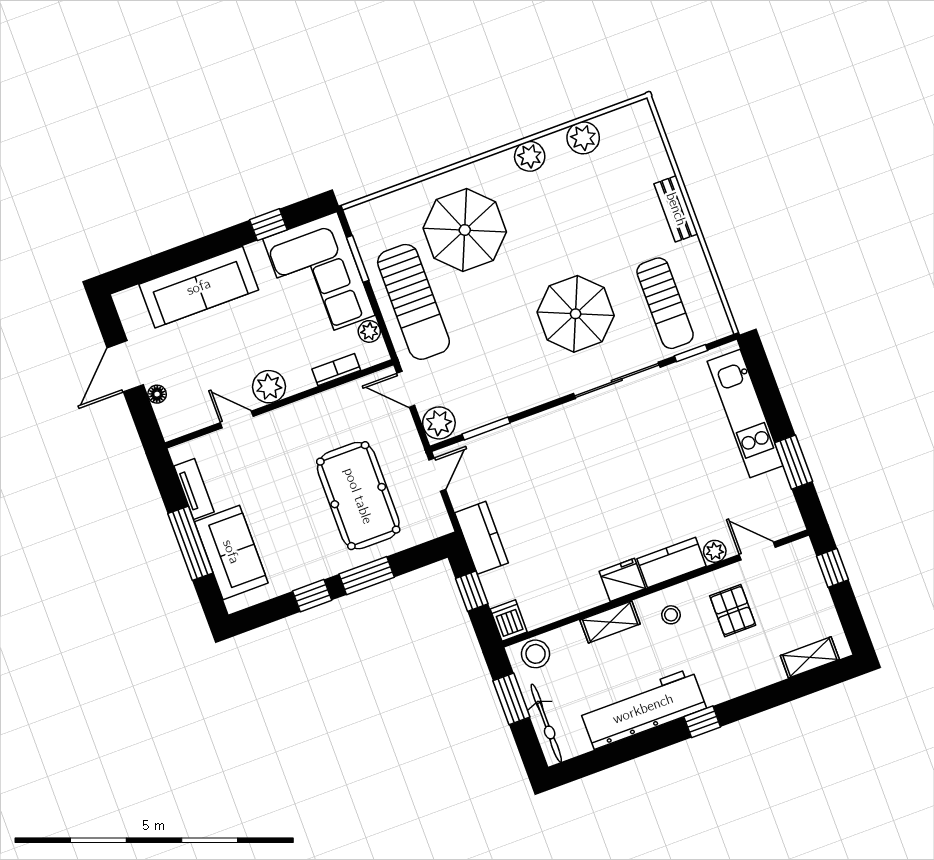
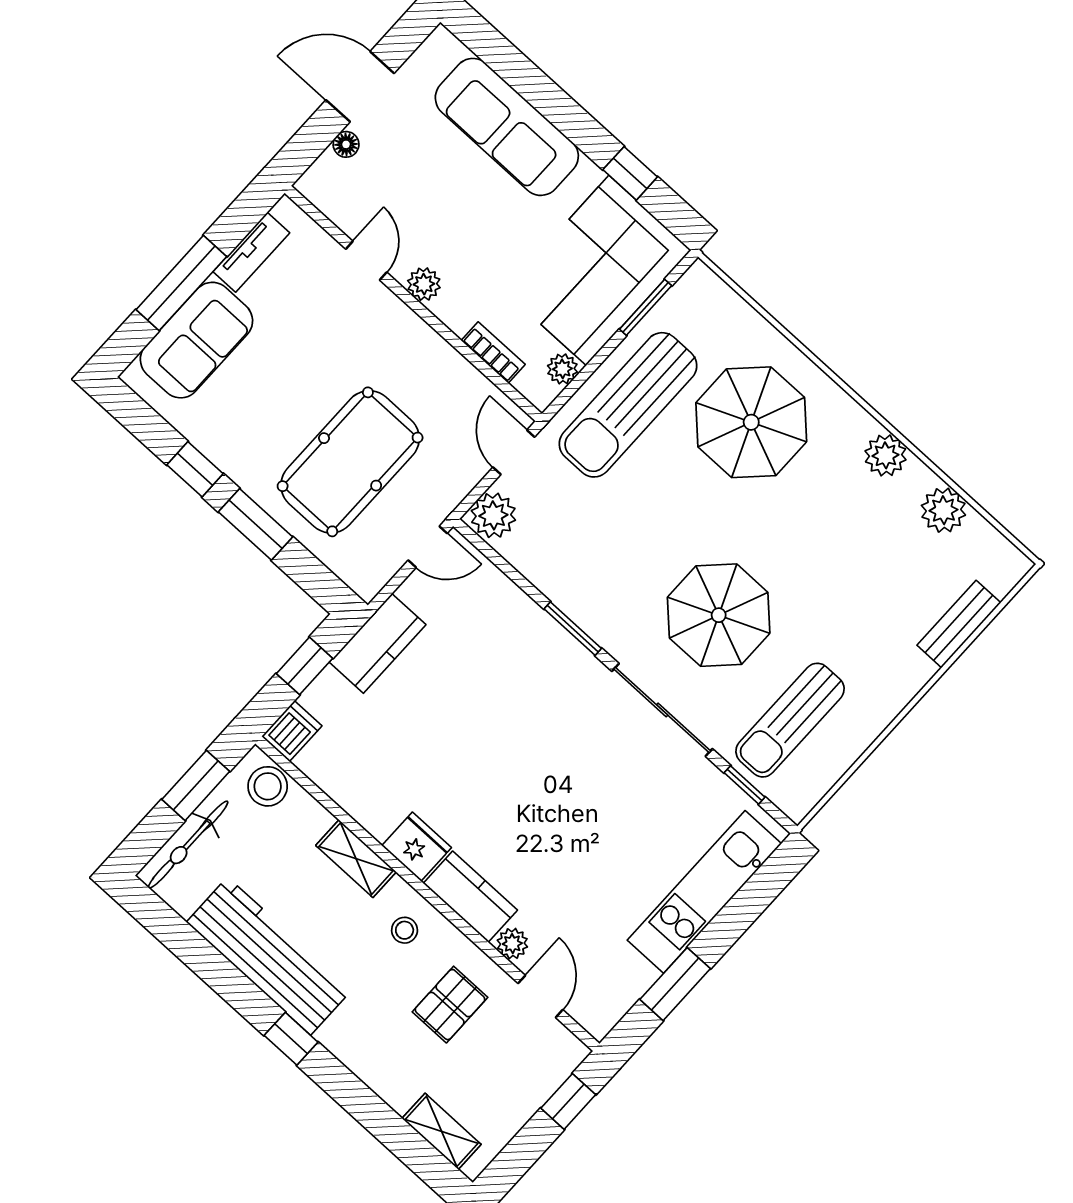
bench: (676, 209) -> (959, 624), moved
plant: (269, 387) -> (424, 284), width x0.73, depth x0.73
window: (486, 429) -> (573, 629), moved

